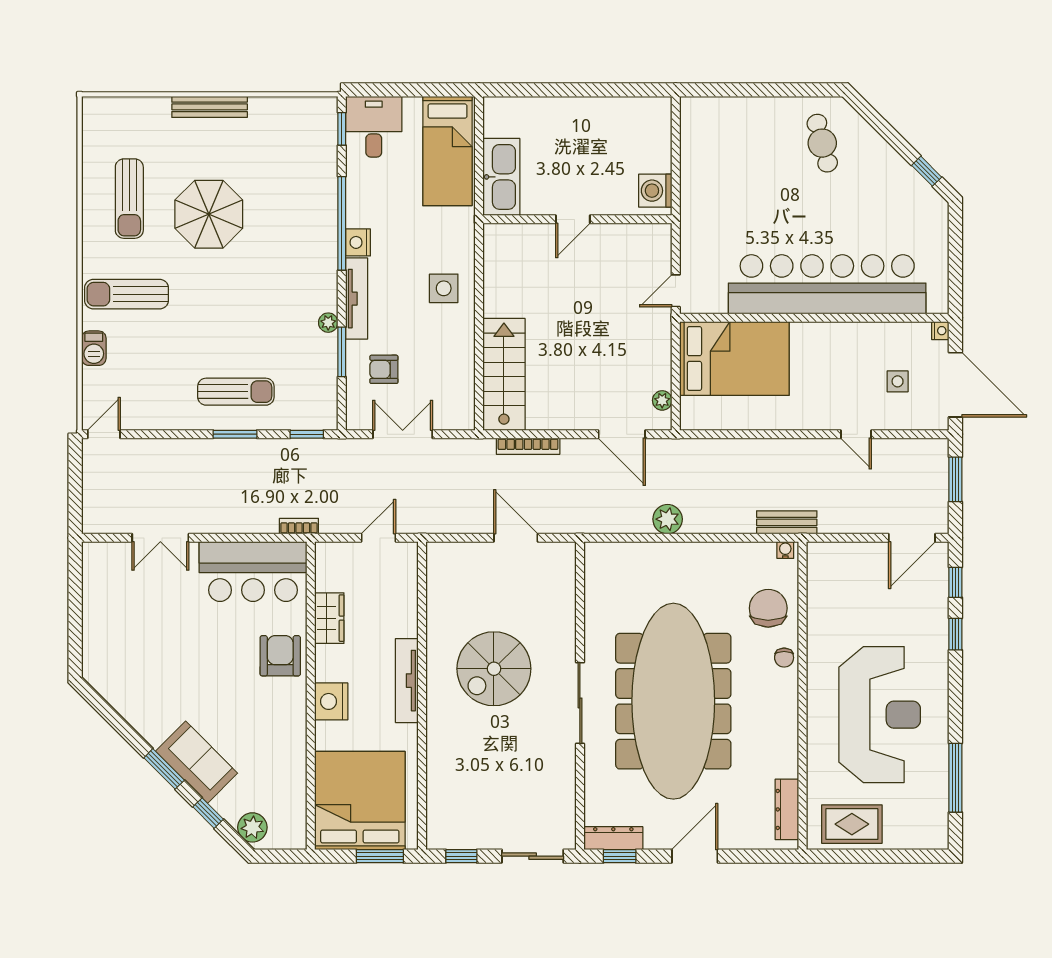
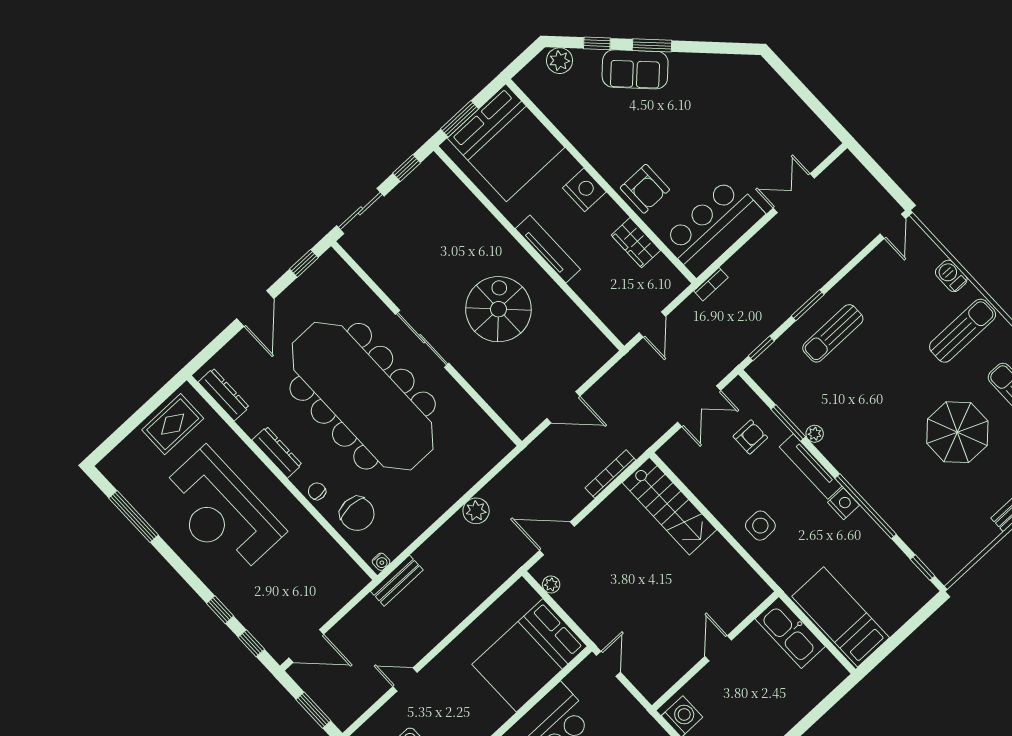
desk: (374, 127) -> (903, 588), removed
door: (912, 538) -> (306, 646), swing flipped
dresser: (613, 838) -> (277, 452), moved, turned -90

